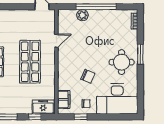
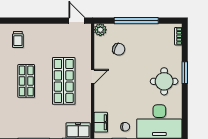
plant: (82, 15) -> (100, 30), moved
door: (56, 41) -> (93, 77), moved
chair: (88, 76) -> (119, 49), moved

